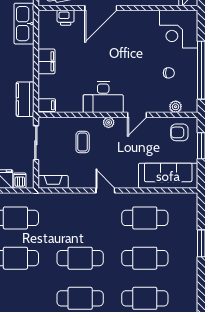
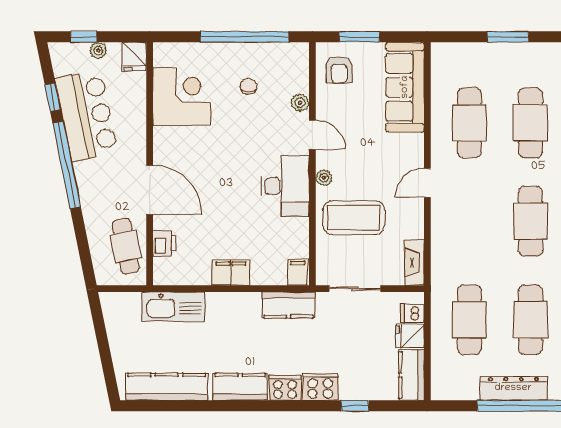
corner desk: (179, 29) -> (182, 96), moved, turned -90
plant: (176, 107) -> (300, 103), moved
coffee table: (83, 142) -> (354, 218), width x1.86, depth x1.72

